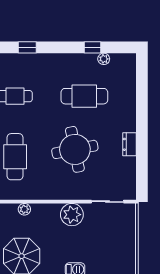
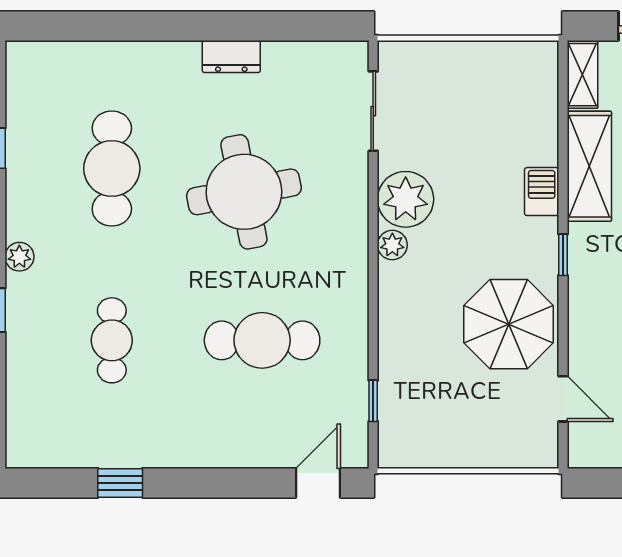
plant: (104, 59) -> (19, 257), moved
plant: (24, 209) -> (392, 245), moved

